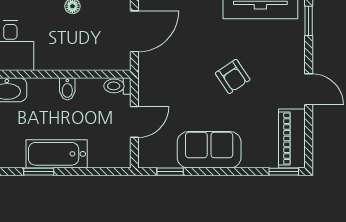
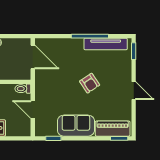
door: (134, 31) -> (33, 57), hinge flipped
door: (134, 122) -> (33, 110), swing flipped
piano: (292, 139) -> (113, 129), moved, turned 90

